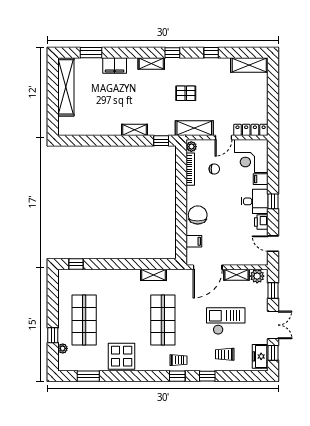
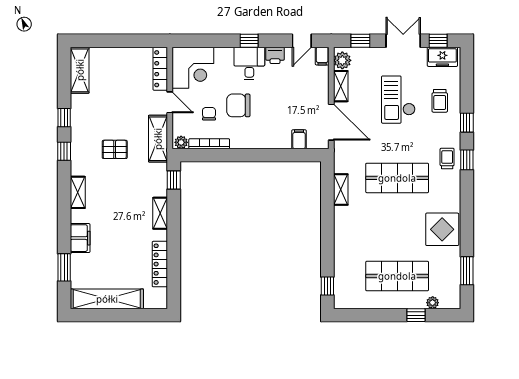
window: (172, 53) -> (64, 151), moved
pallet: (186, 93) -> (115, 149), turned 90
locker: (94, 130) -> (160, 264), added
filing cabinet: (261, 179) -> (322, 56), moved
chair: (198, 215) -> (238, 105), moved

